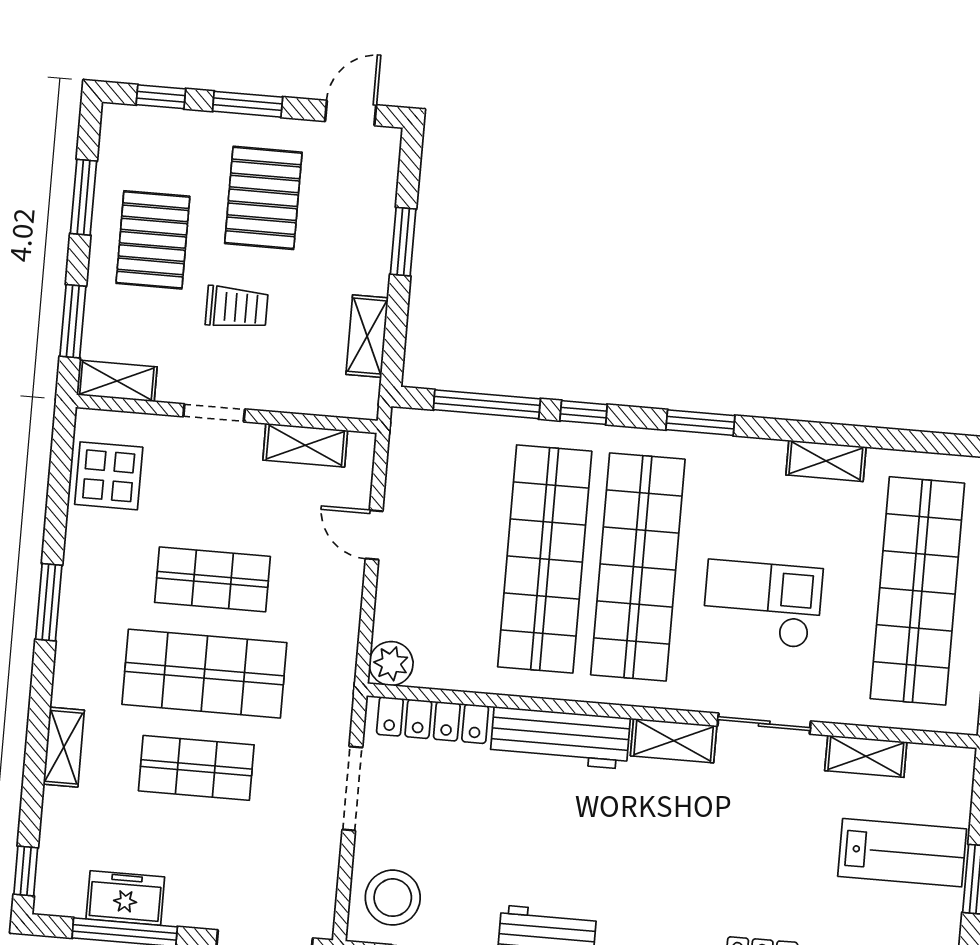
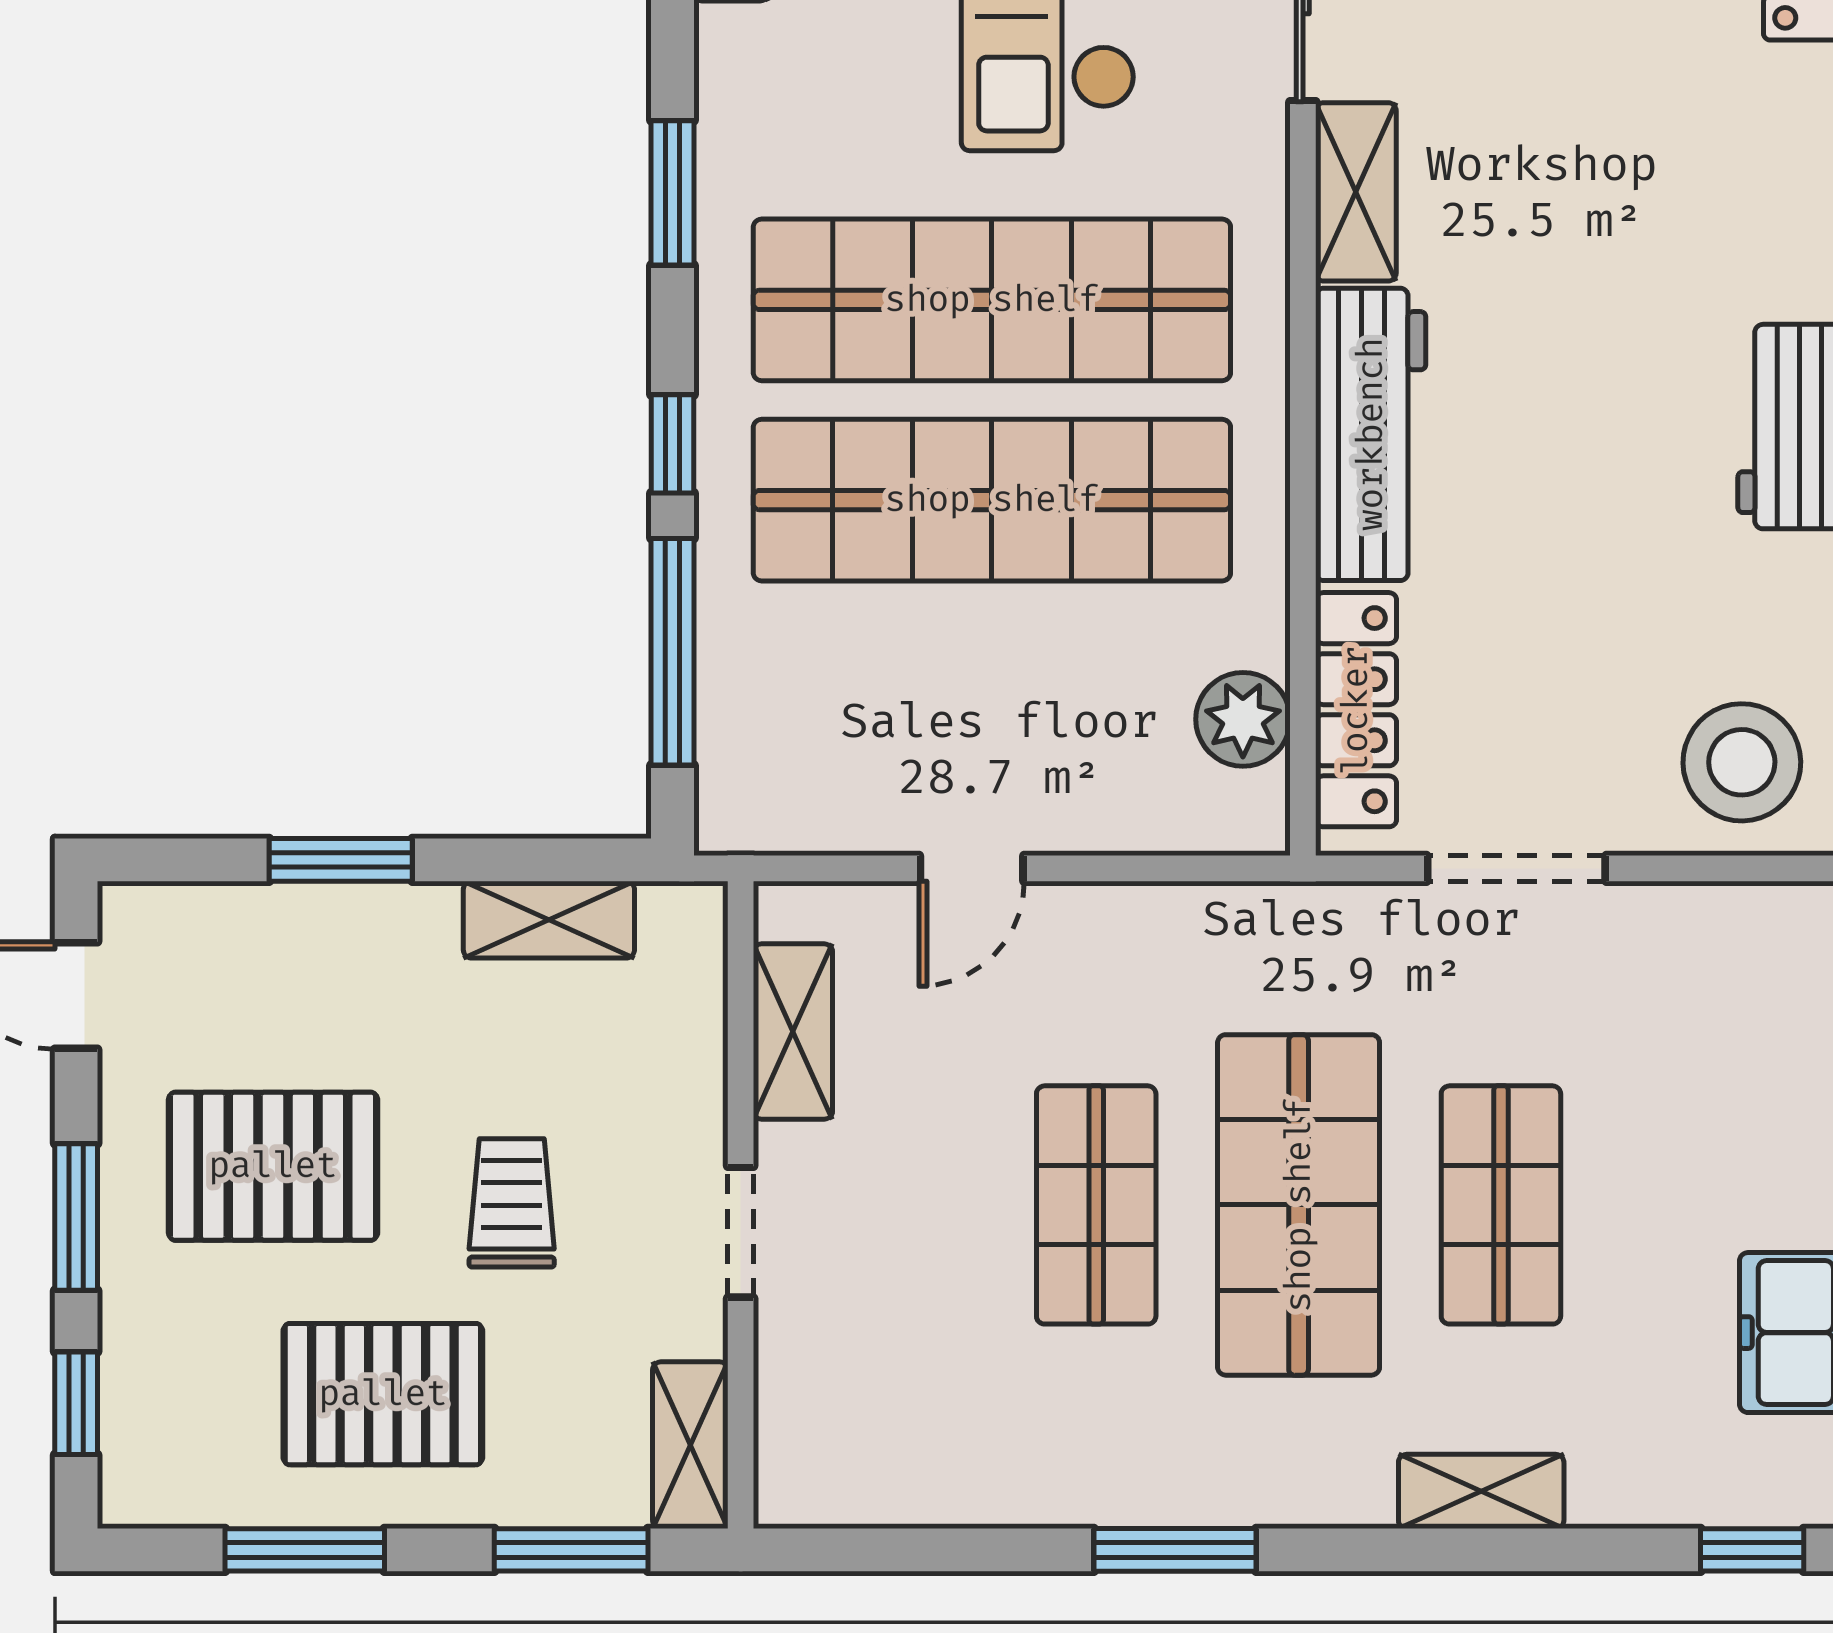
display table: (109, 476) -> (894, 1445), removed
plant: (391, 664) -> (1243, 719), moved

